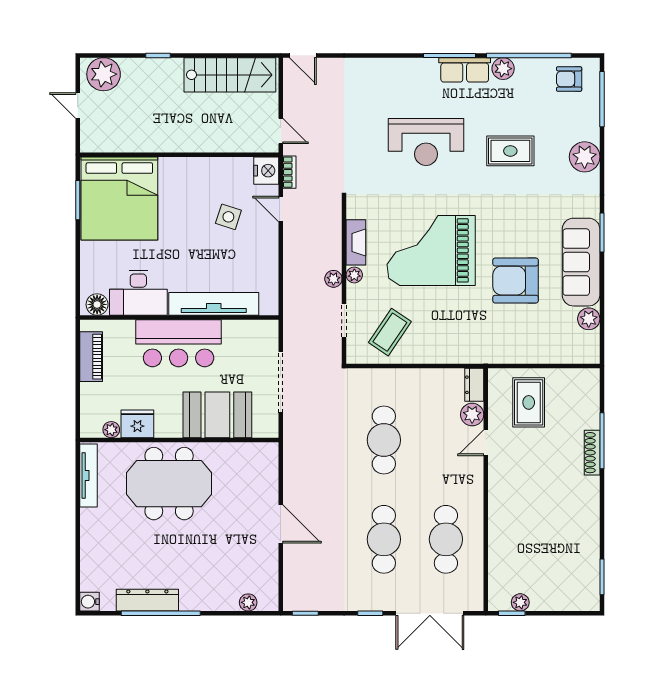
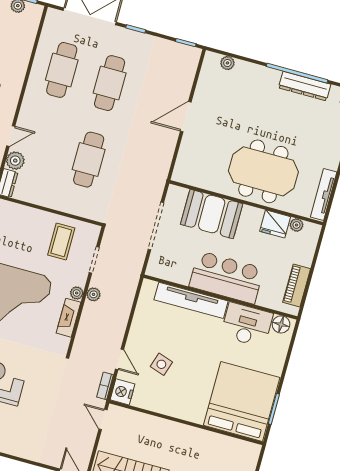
coffee table: (390, 332) -> (61, 241), turned -34
door: (281, 524) -> (186, 117), hinge flipped

